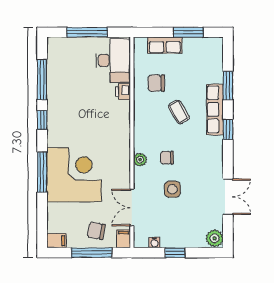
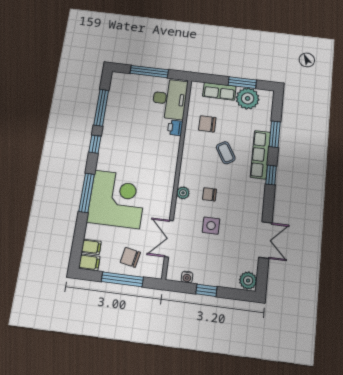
plant: (196, 49) -> (248, 98), added
filing cabinet: (123, 239) -> (91, 247), moved, turned 90

